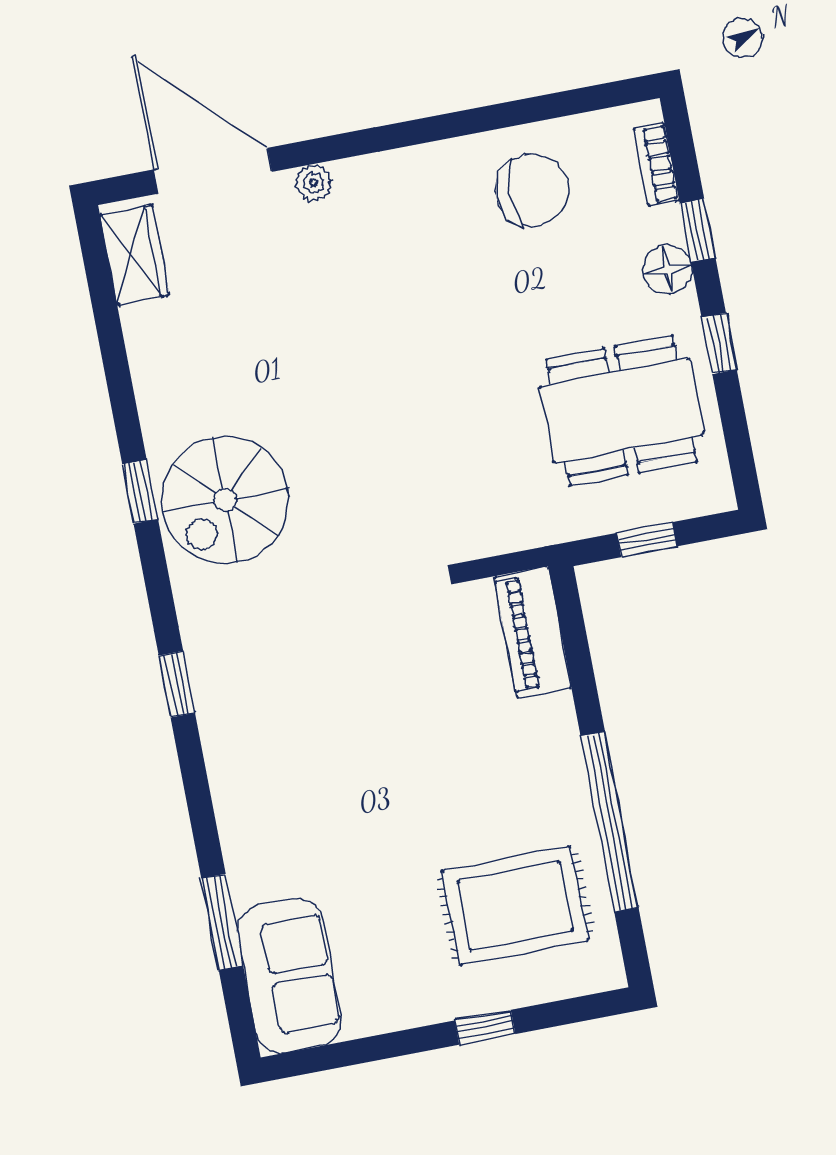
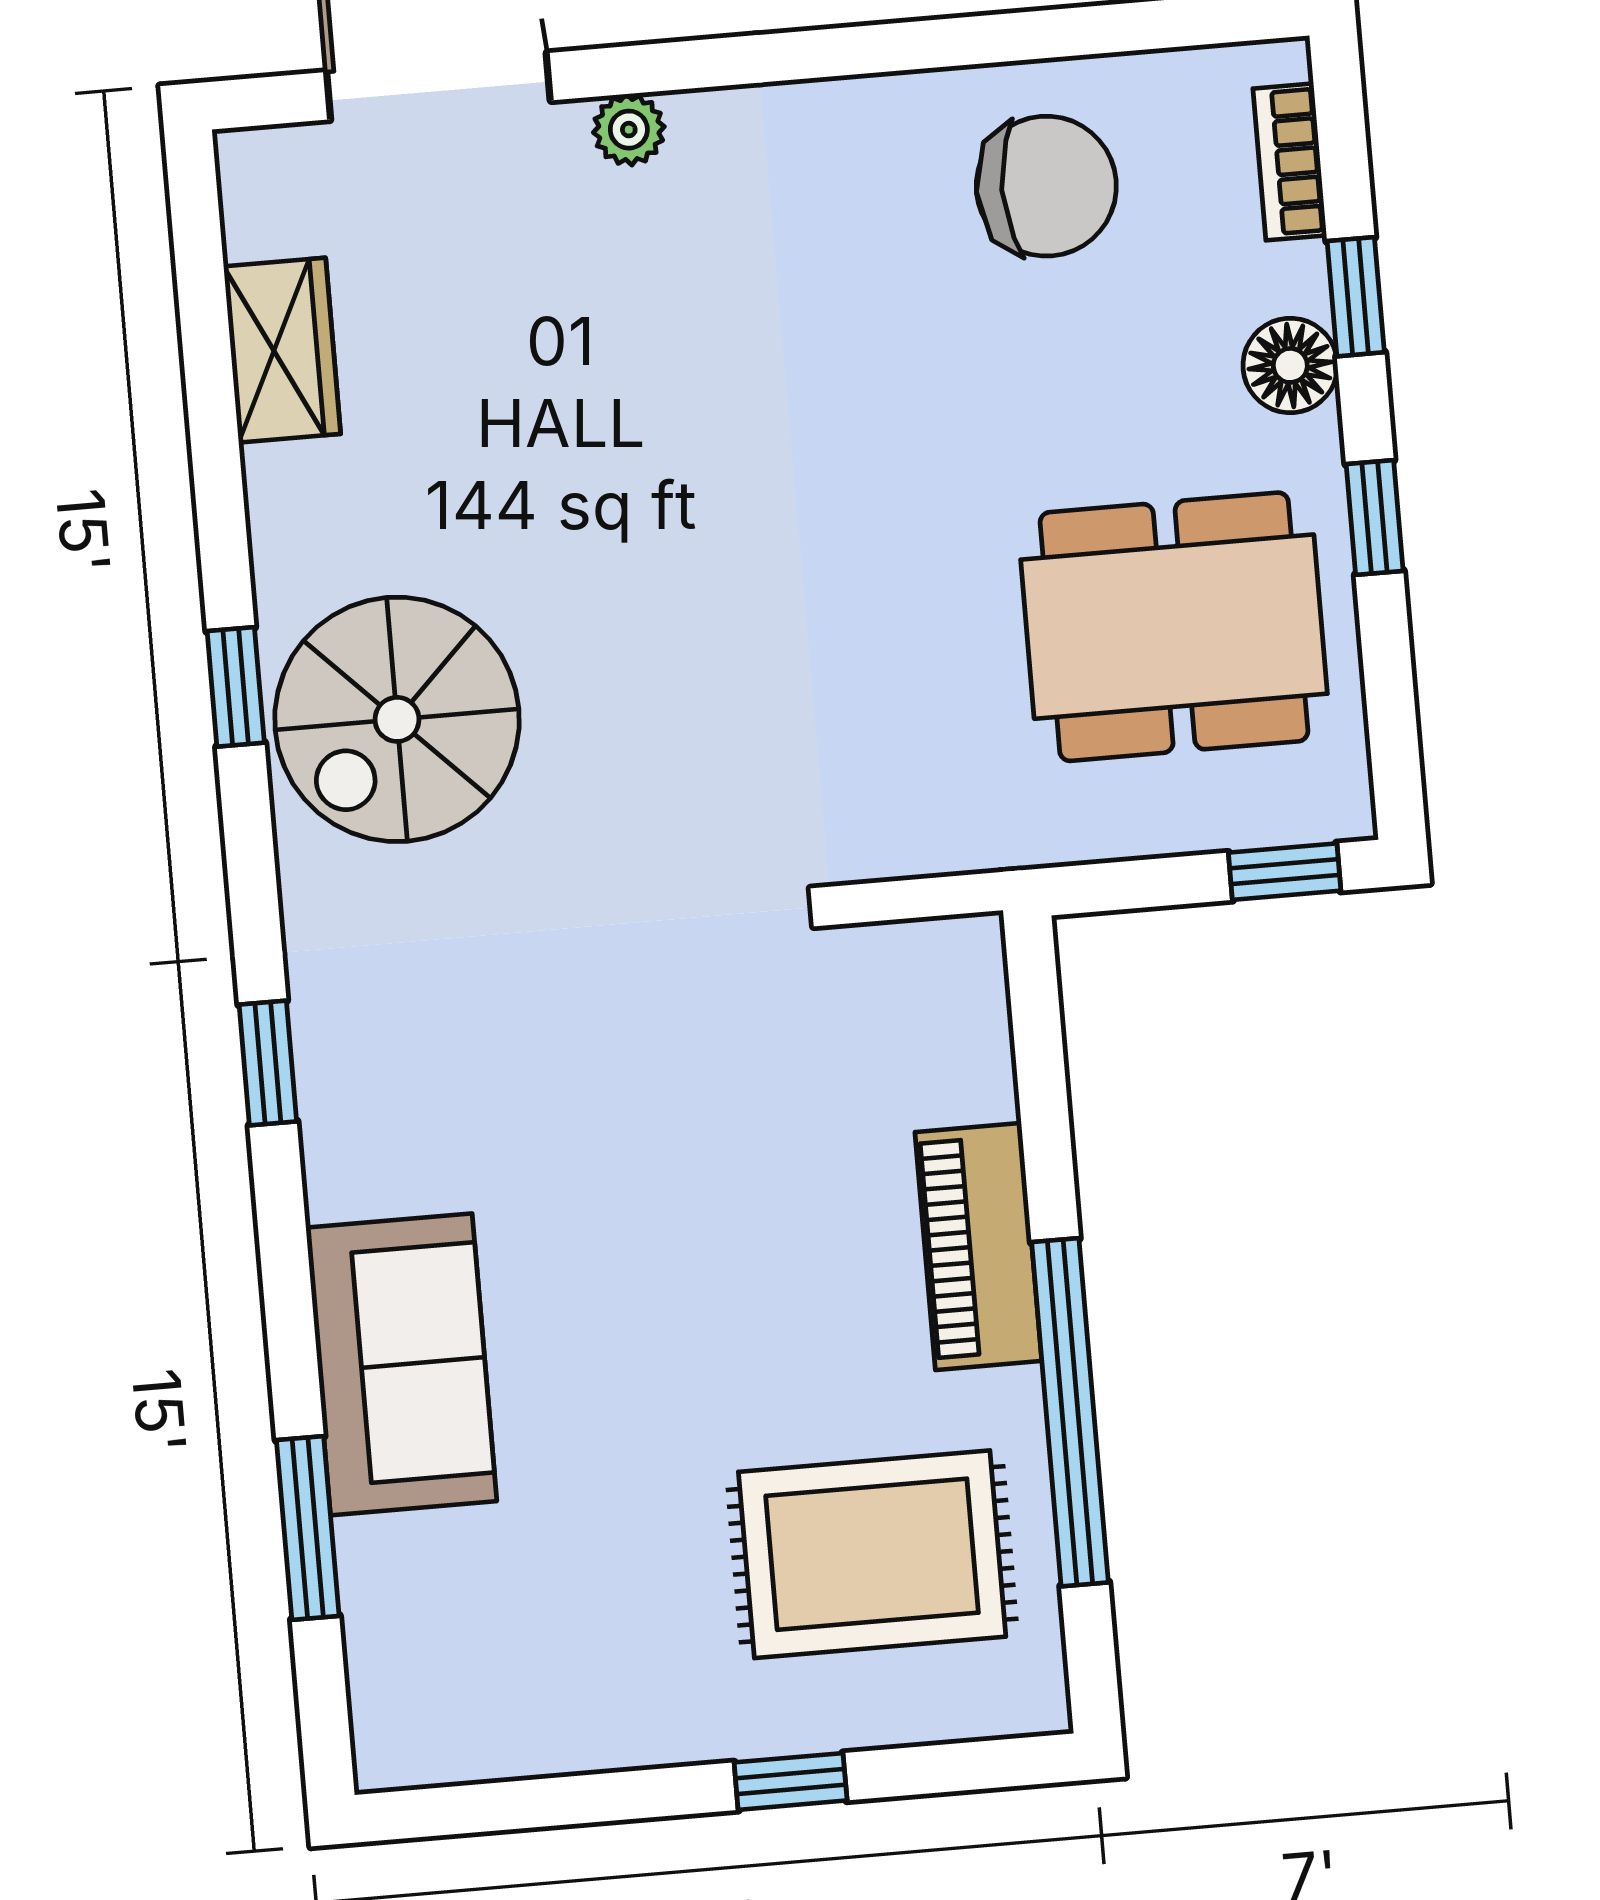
wardrobe: (135, 255) -> (282, 350), moved
window: (647, 540) -> (1285, 872), moved
piano: (533, 632) -> (978, 1246), moved
sofa: (289, 976) -> (401, 1364), moved

